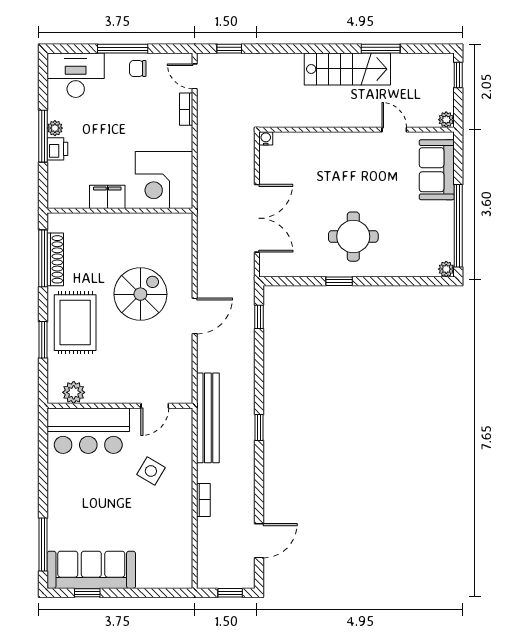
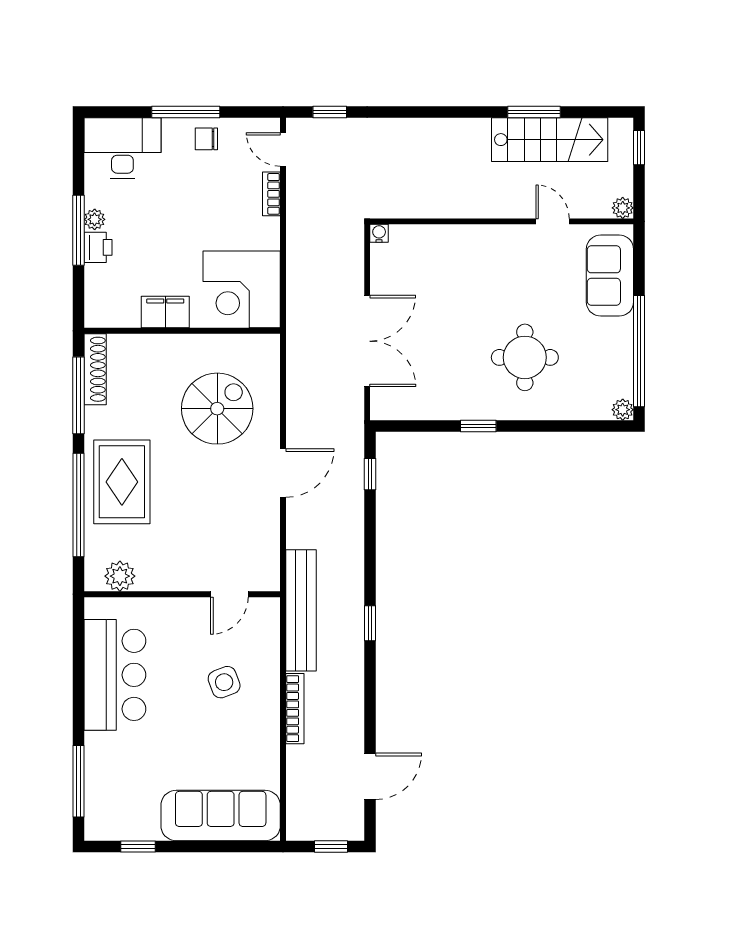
stairs: (347, 69) -> (550, 140), moved
round table: (353, 237) -> (525, 357), moved
shoe rack: (55, 259) -> (95, 369), moved
spiral stairs: (140, 294) -> (217, 409), moved
window: (43, 340) -> (78, 505), width x2.11
bar counter: (88, 431) -> (115, 675), moved, turned -90
side table: (151, 471) -> (224, 682), turned 38
bookcase: (203, 500) -> (295, 709), width x1.56
sofa: (91, 570) -> (221, 816), moved

